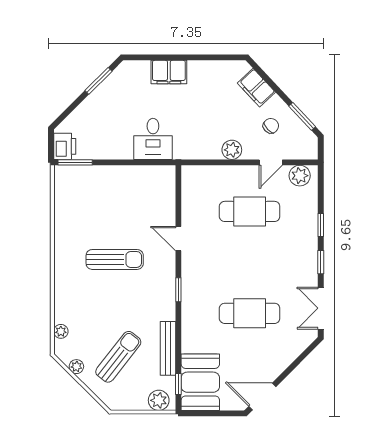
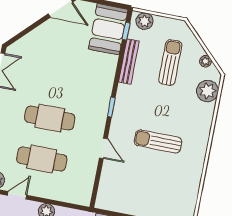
cafe table: (250, 313) -> (50, 118), moved
plant: (61, 331) -> (208, 91), width x1.88, depth x1.88
sun lounger: (118, 357) -> (170, 63), turned 142

